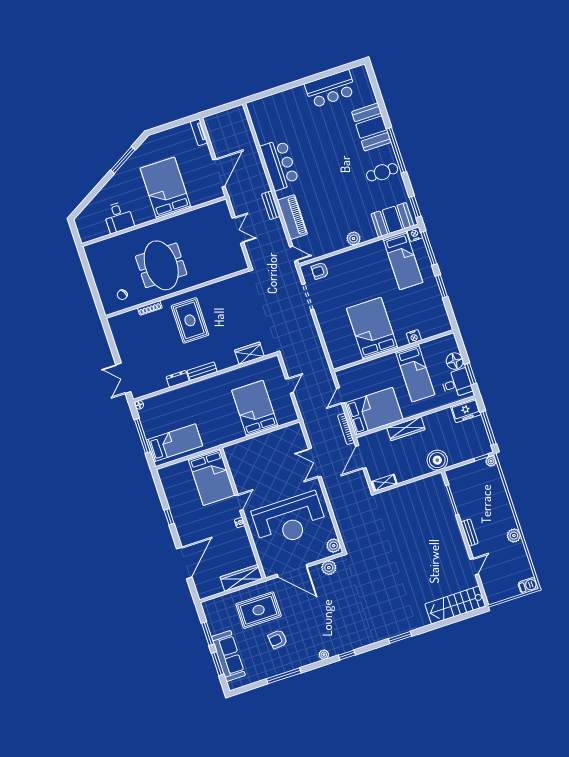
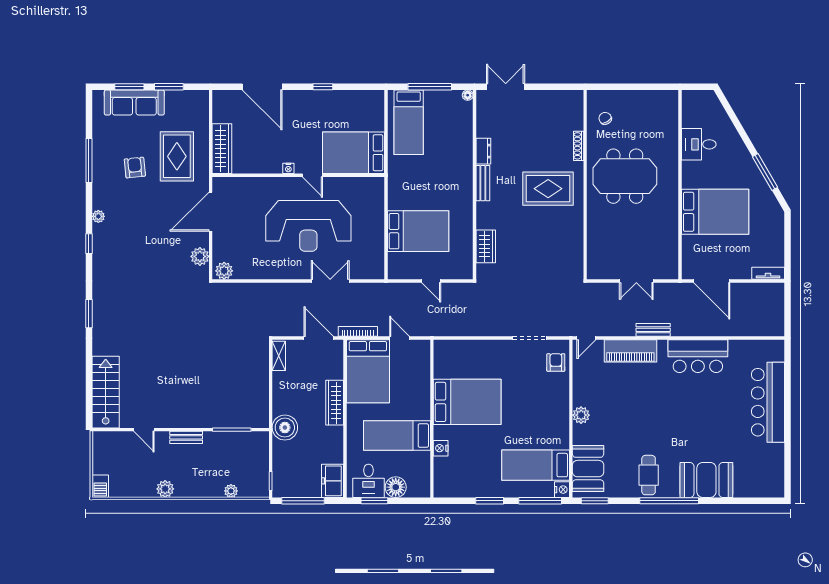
bar counter: (330, 89) -> (768, 402), moved, width x1.36
plant: (491, 461) -> (231, 491), moved
reception desk: (289, 520) -> (308, 226), moved, turned -90

